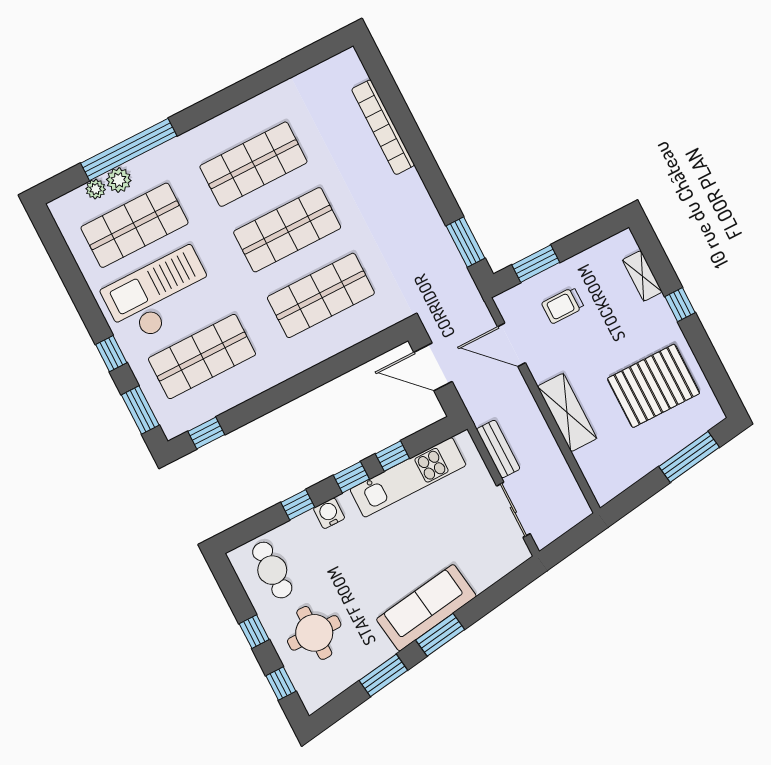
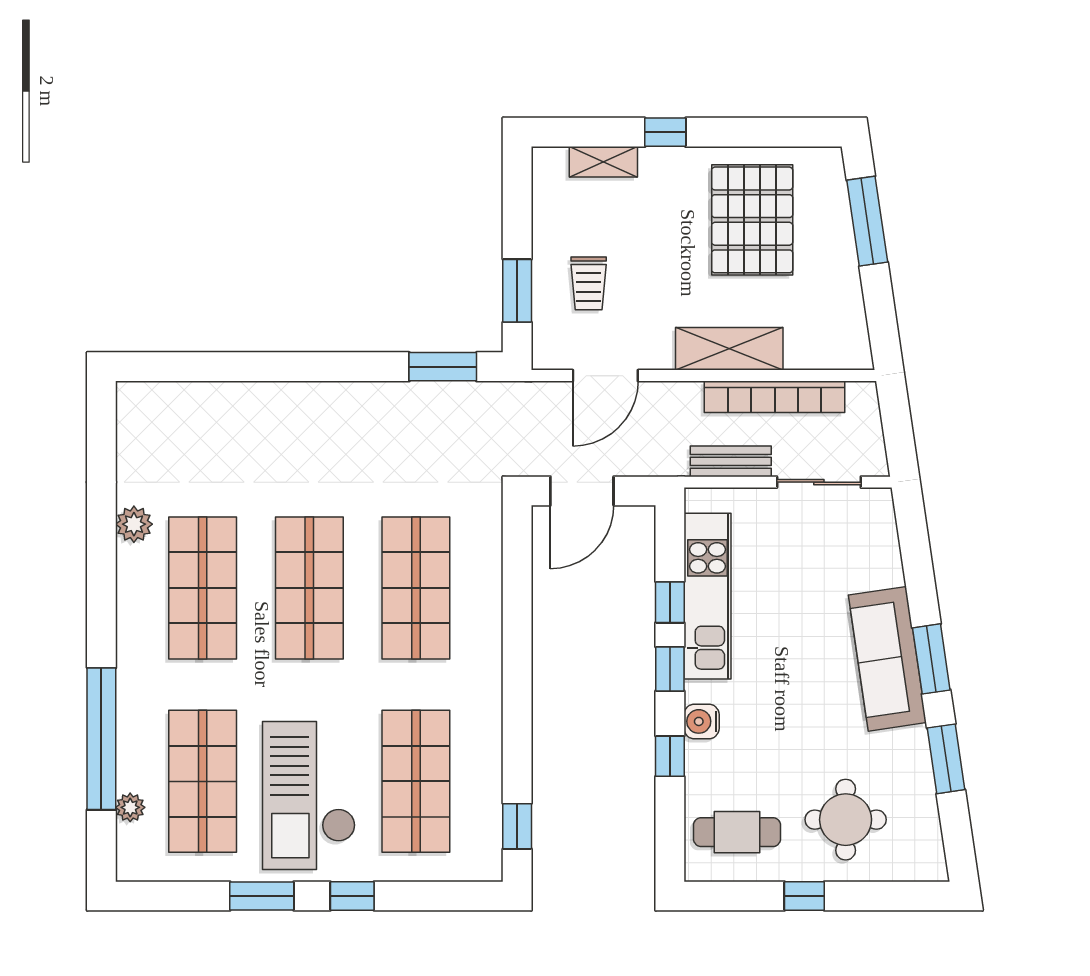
bookcase: (383, 127) -> (775, 397), moved
plant: (119, 180) -> (134, 524), moved
window: (140, 410) -> (262, 896), moved
window: (281, 684) -> (889, 896), removed

